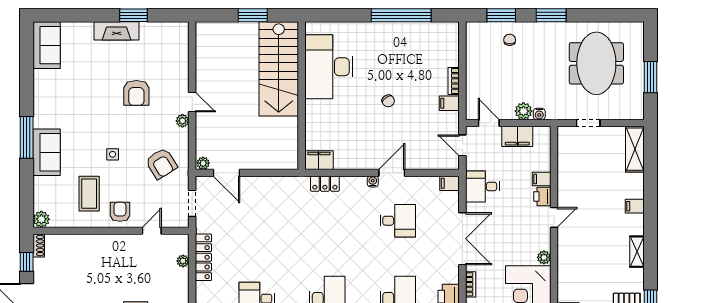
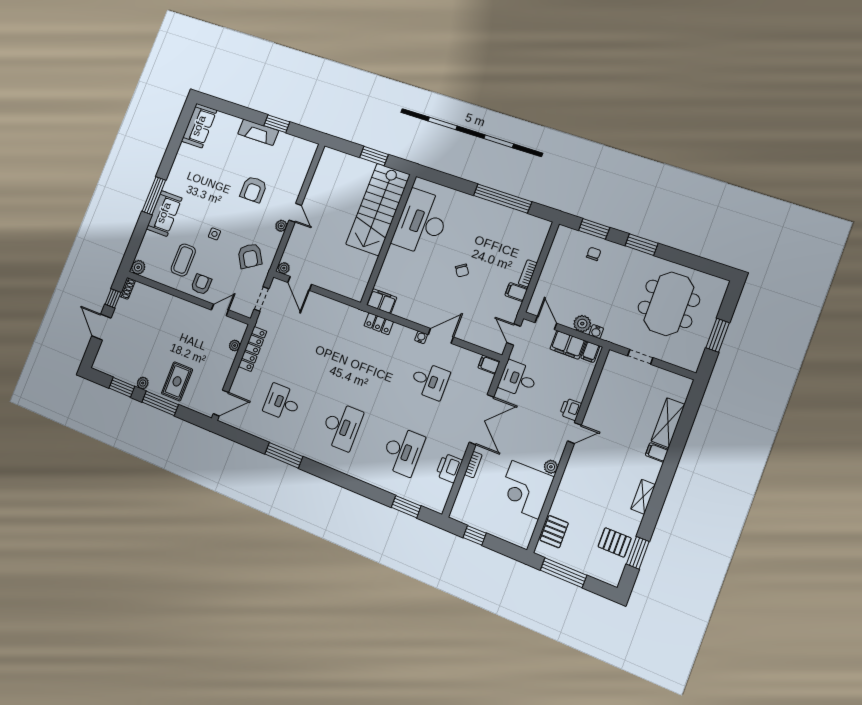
shelving: (635, 149) -> (668, 423), moved
filing cabinet: (542, 179) -> (590, 352), moved, turned -90

